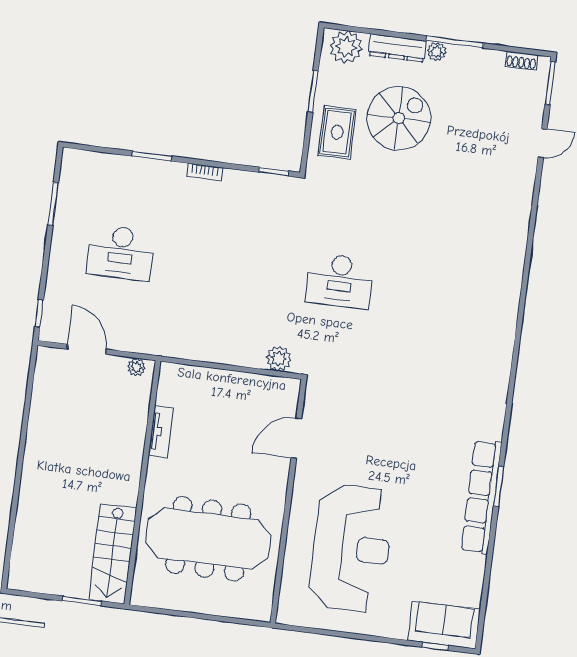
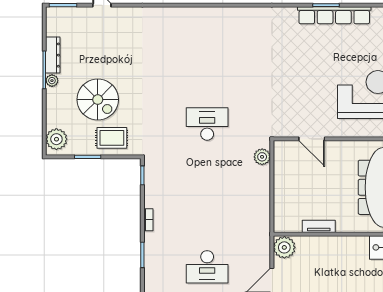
dresser: (397, 48) -> (53, 55), moved
shoe rack: (521, 61) -> (51, 25), removed
spiral stairs: (399, 118) -> (98, 100), turned 180
desk: (121, 253) -> (207, 267), turned 90
desk: (340, 281) -> (207, 124), turned -90
plant: (136, 367) -> (284, 247), width x1.88, depth x1.88

